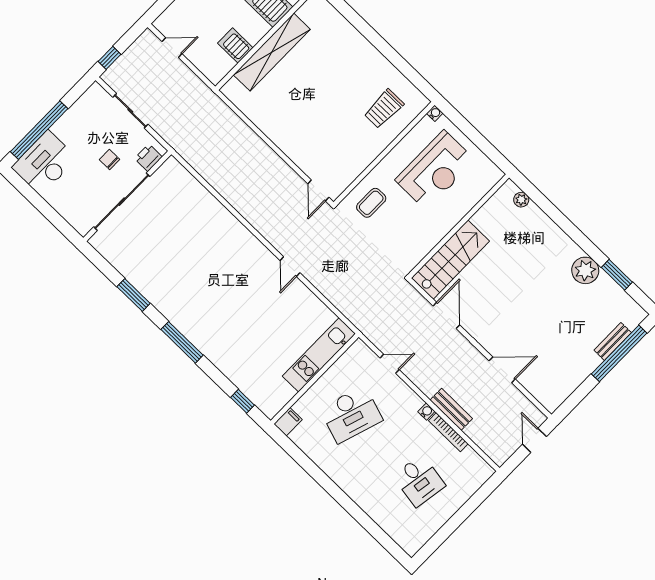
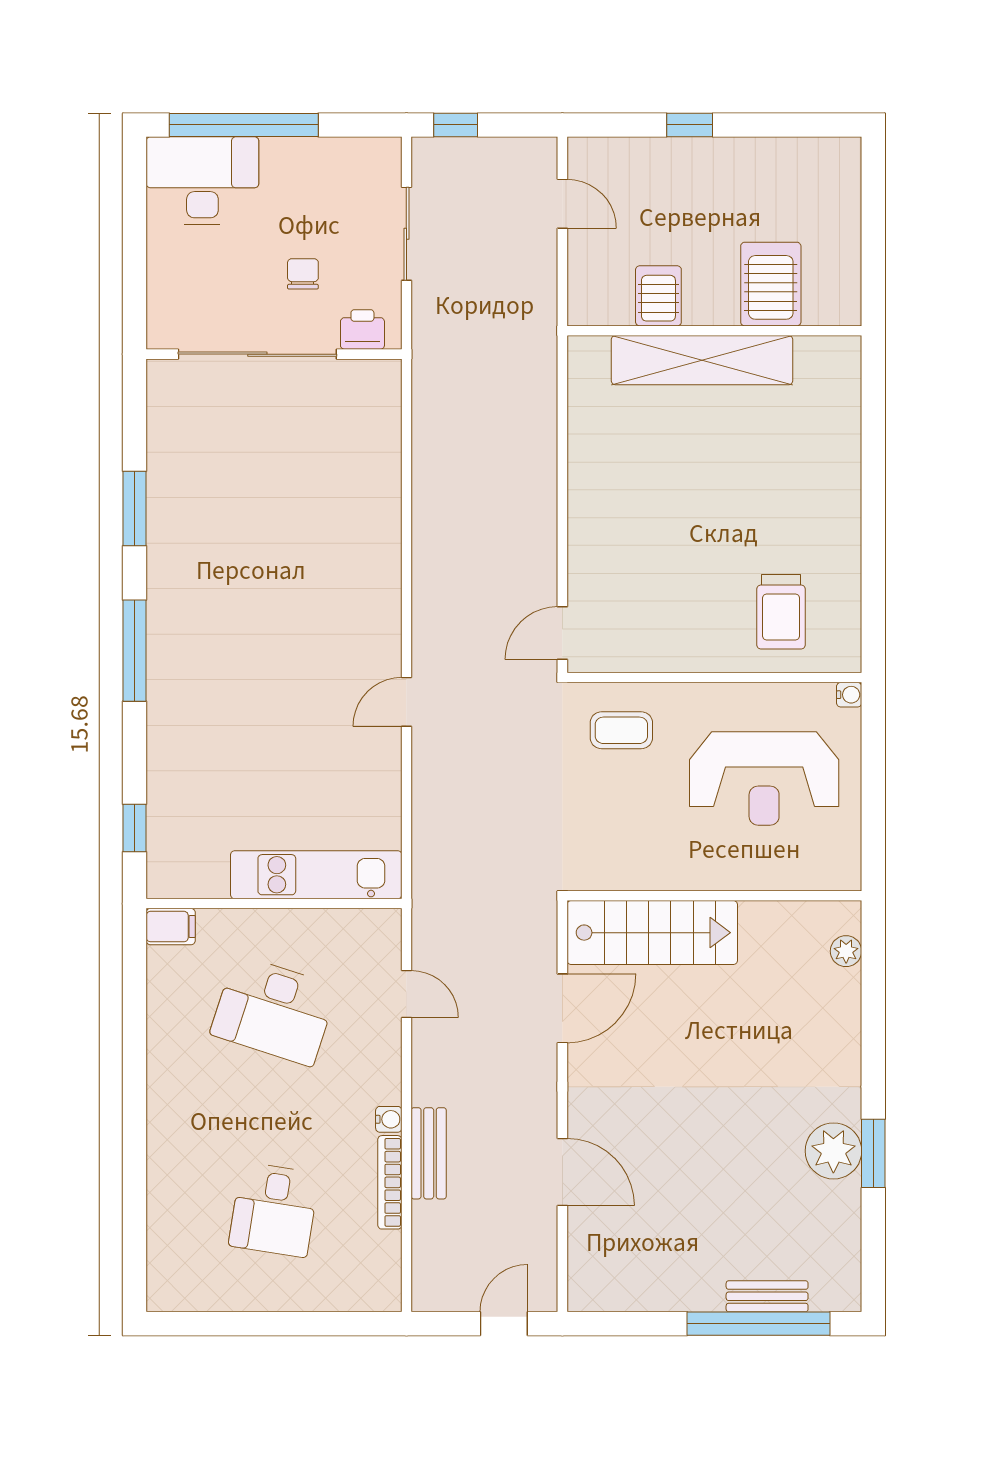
trolley: (384, 109) -> (781, 612), turned -90
window: (617, 275) -> (873, 1153), moved

